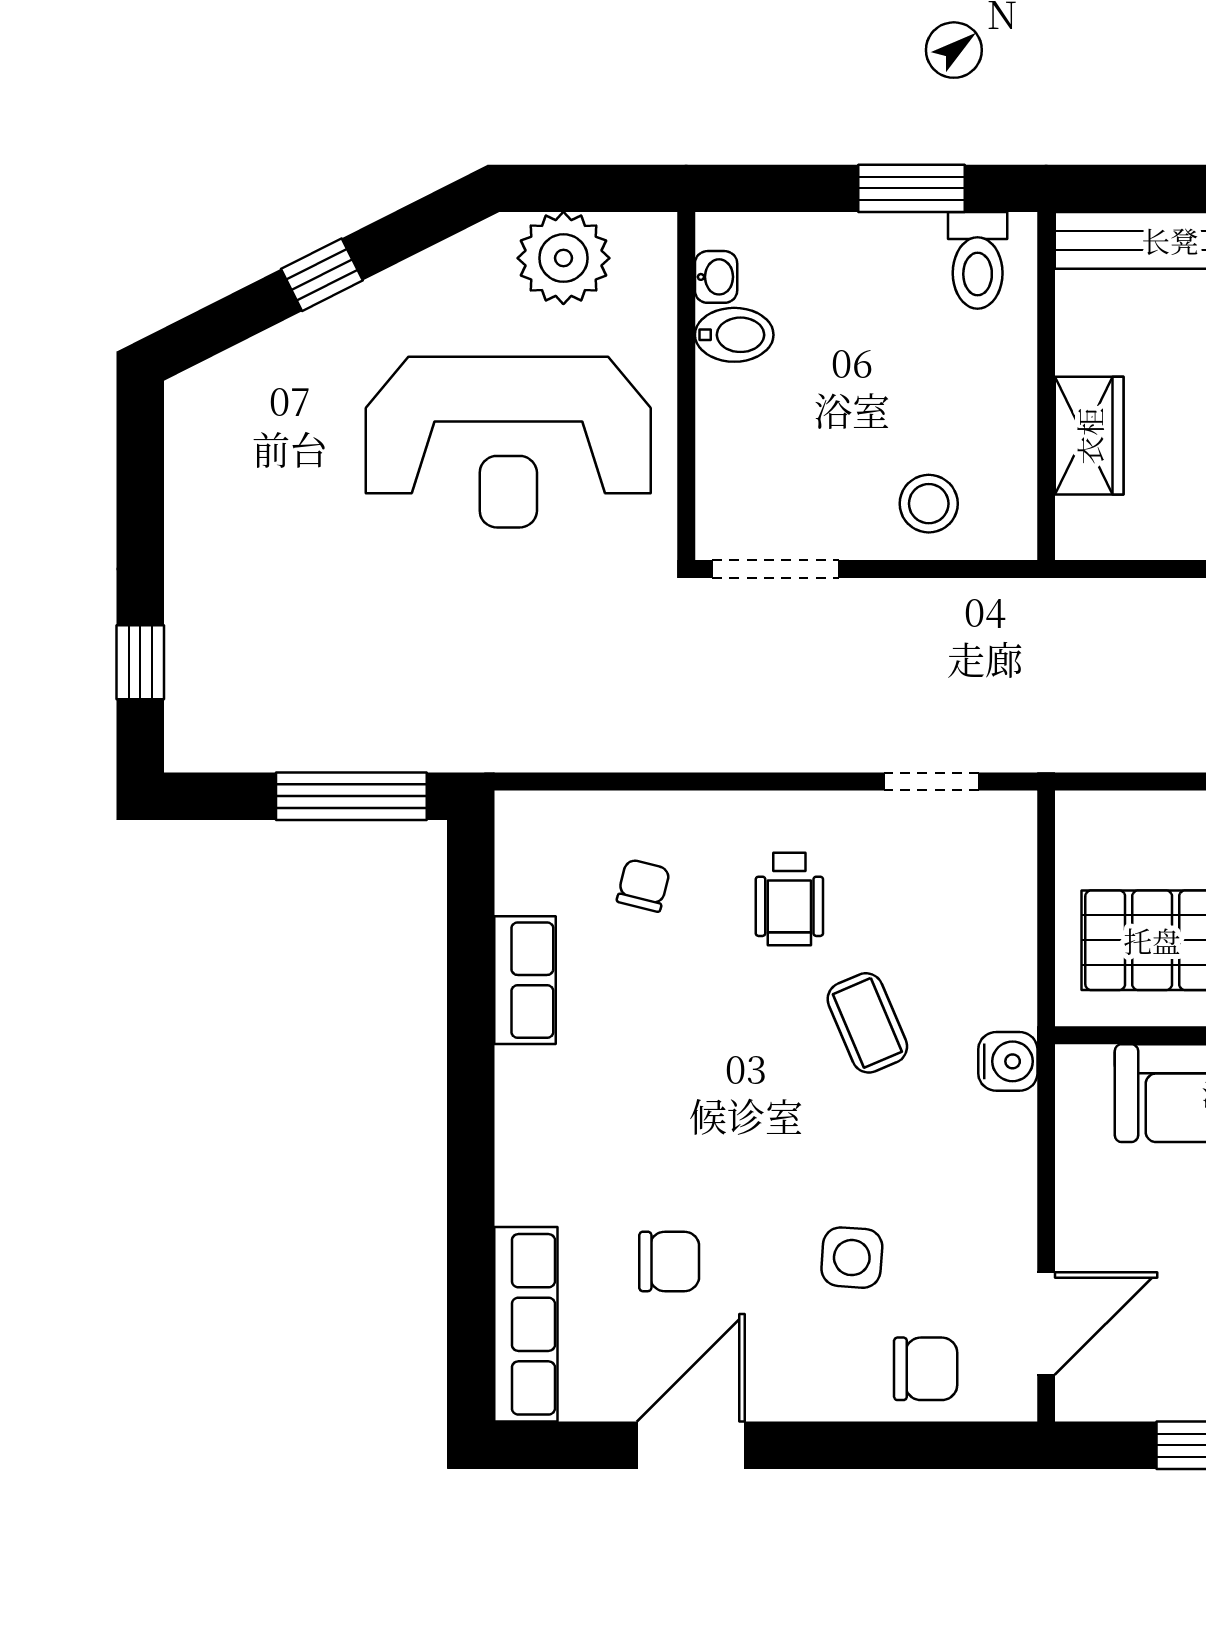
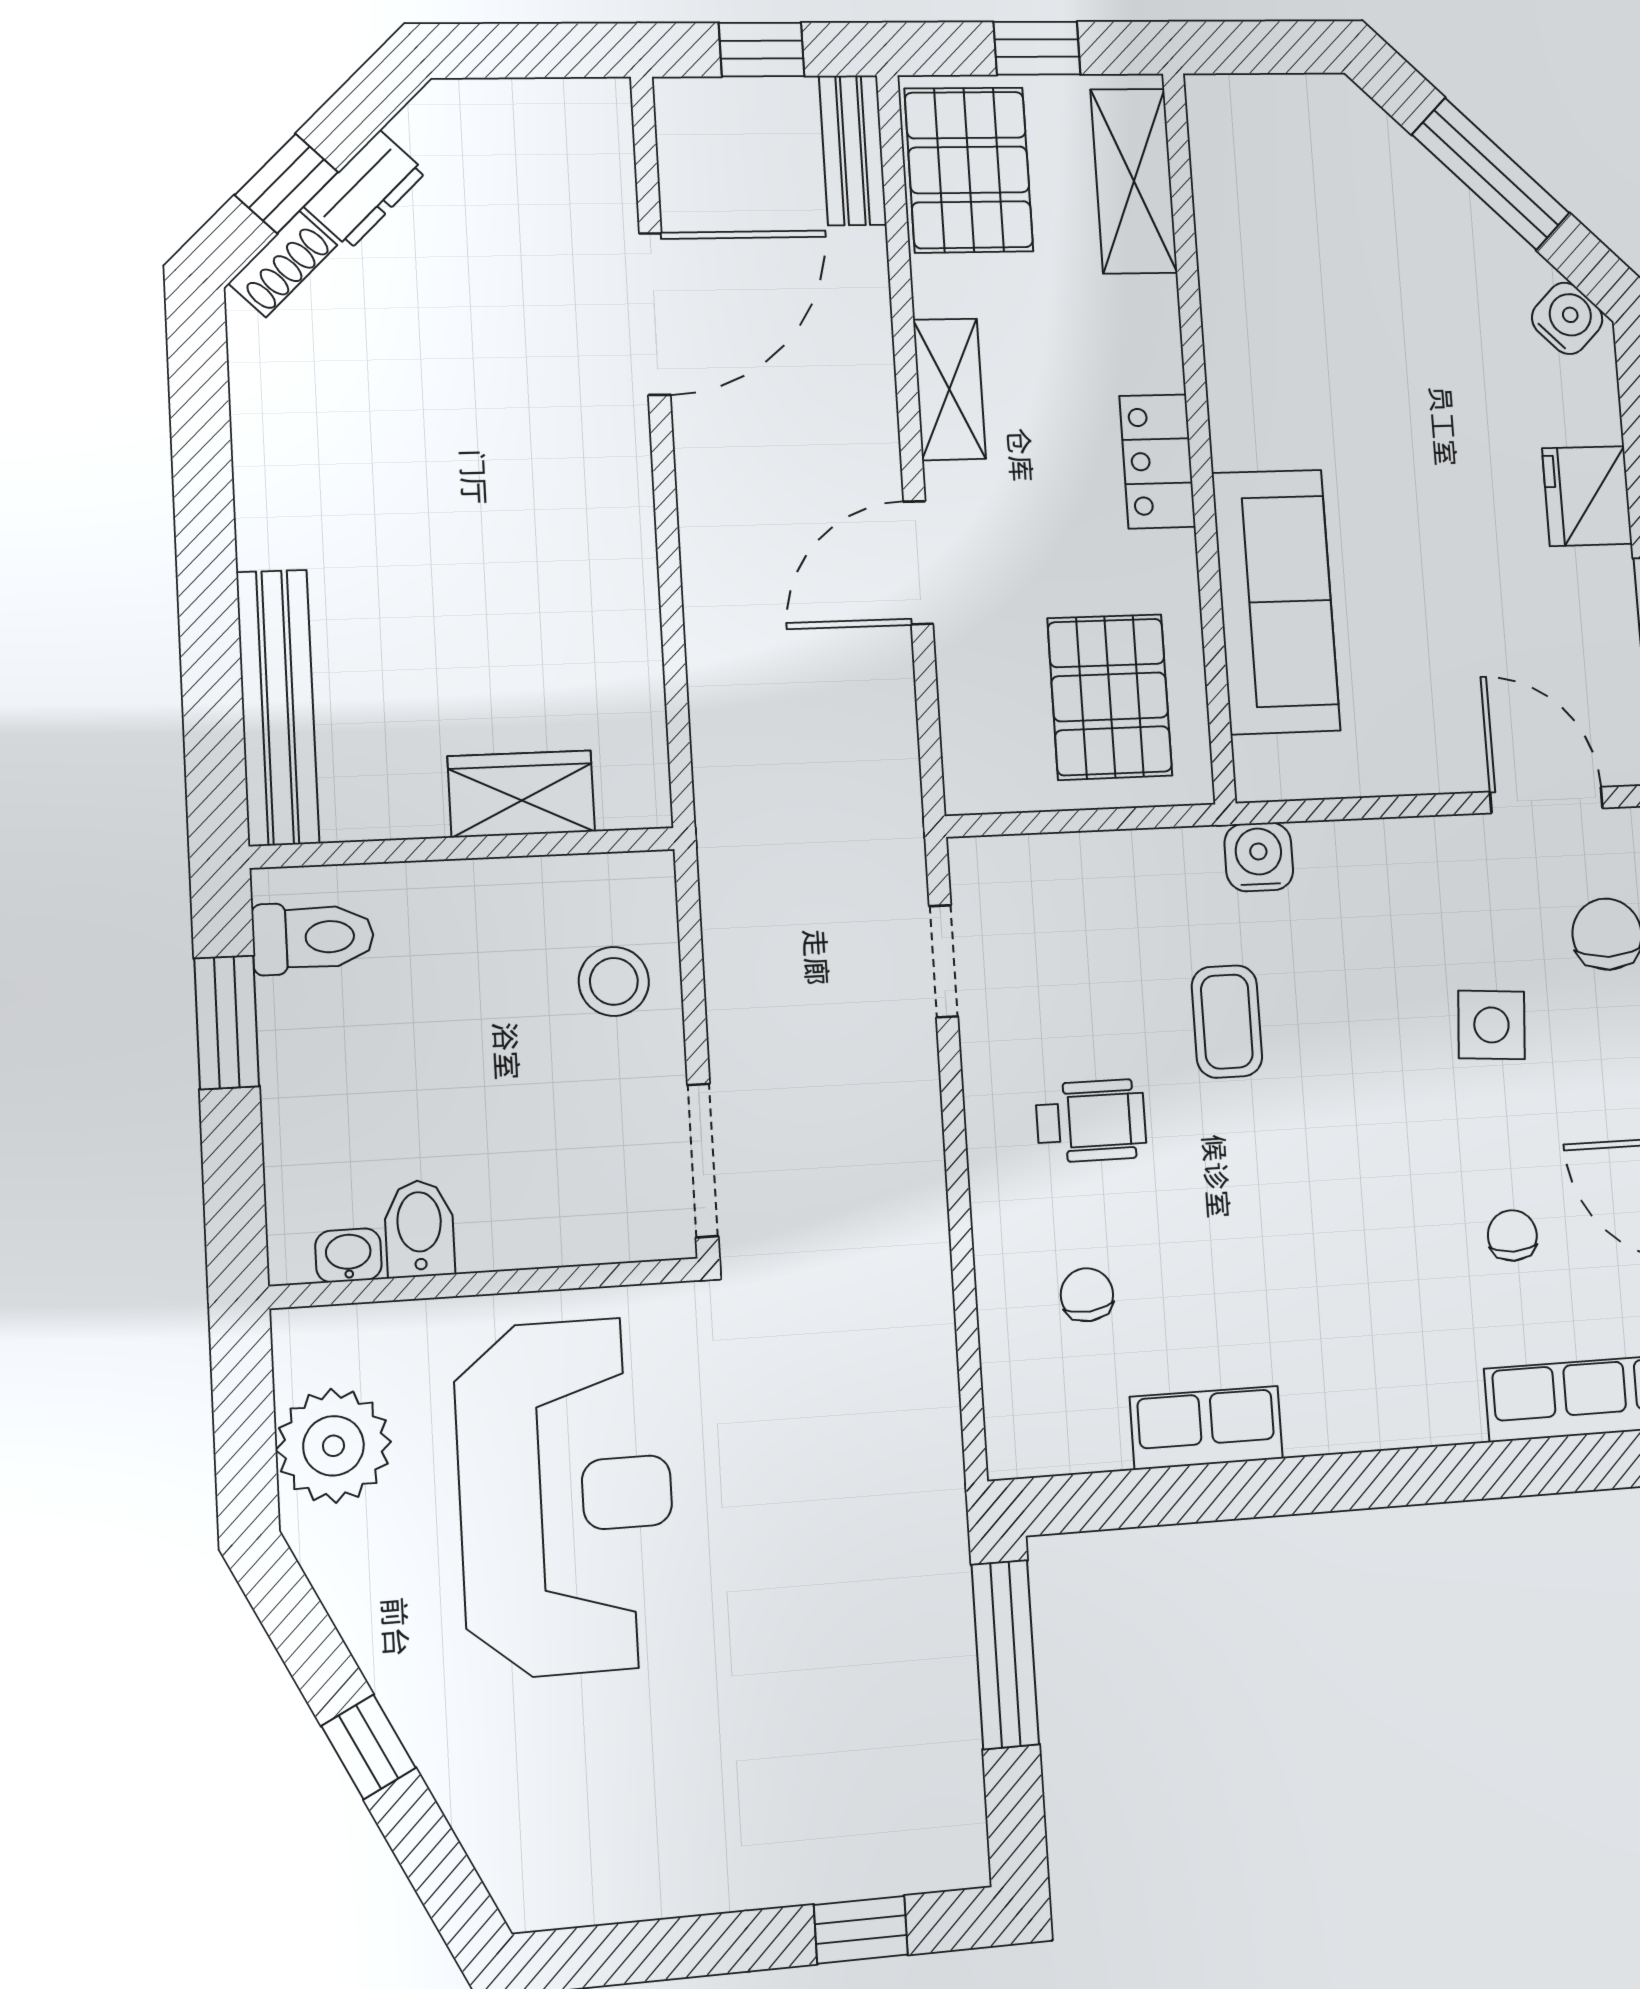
chair: (643, 885) -> (1087, 1295), turned 71
coffee table: (867, 1023) -> (1227, 1022), turned -67
chair: (669, 1261) -> (1512, 1235), width x0.73, depth x0.73

